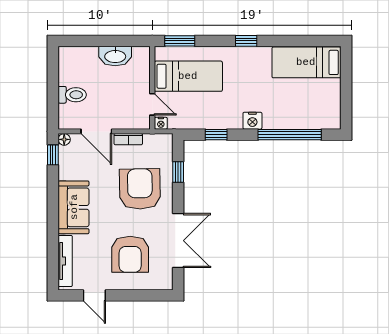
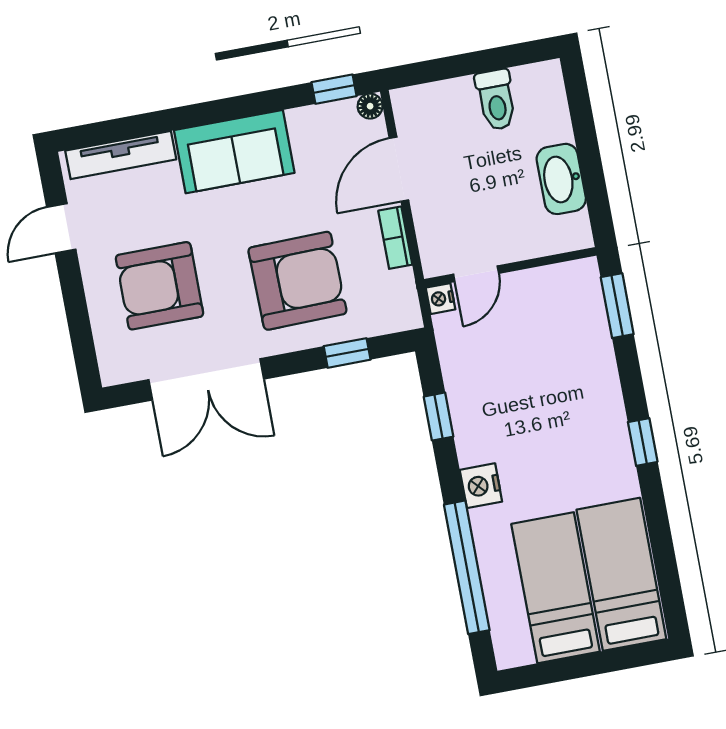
bed: (188, 76) -> (556, 588), moved, turned 180
toilet: (72, 95) -> (496, 100), moved

